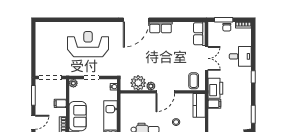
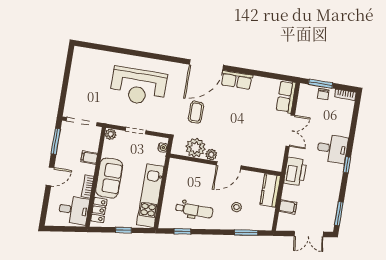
reception desk: (88, 44) -> (138, 86), turned 180
desk: (240, 56) -> (332, 149), moved
coffee table: (194, 81) -> (196, 112), moved
filing cabinet: (214, 104) -> (288, 207), moved

